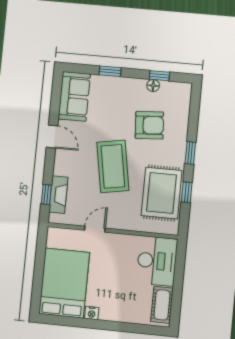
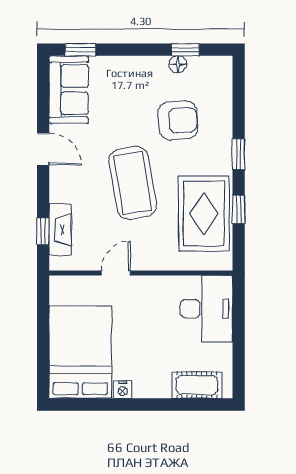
window: (110, 71) -> (80, 50), moved
cot: (162, 305) -> (197, 385), moved, turned 90

